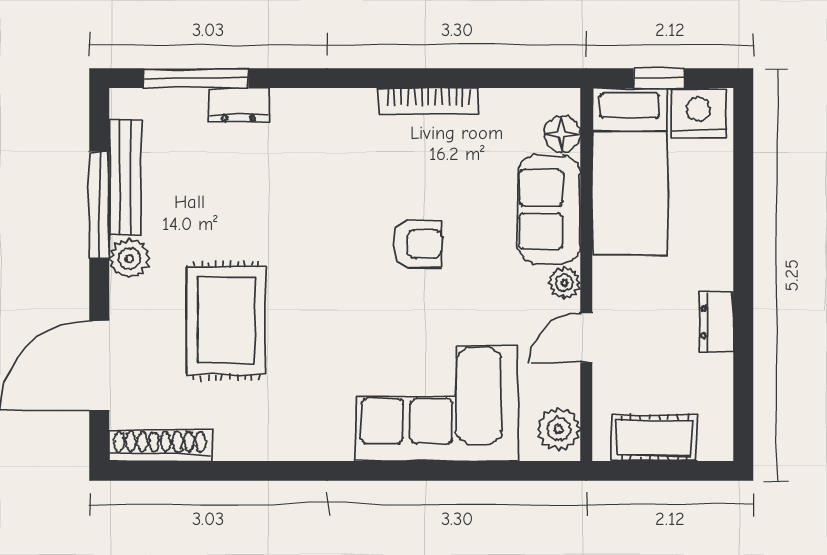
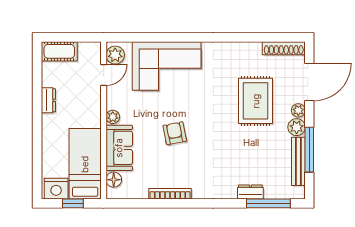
armchair: (418, 244) -> (175, 133), turned 79
plant: (125, 298) -> (298, 110), added
door: (586, 337) -> (104, 75), moved
cot: (654, 438) -> (59, 51), moved

